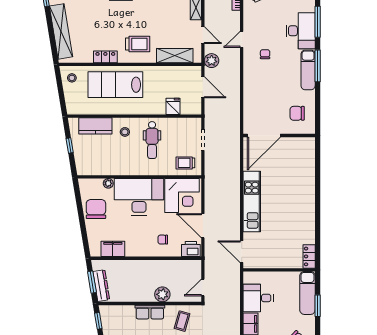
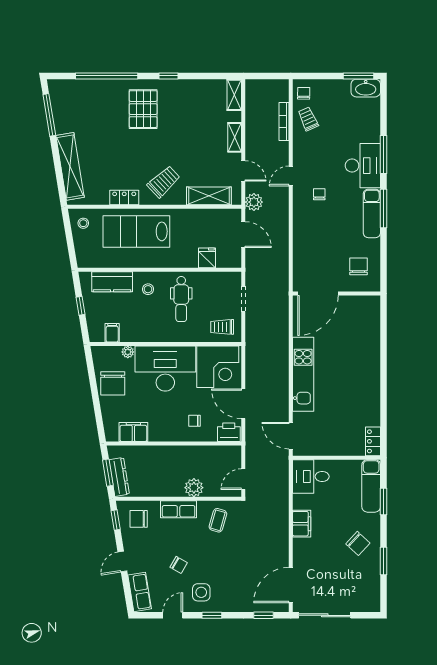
trolley: (138, 44) -> (164, 182), turned -43
chair: (297, 113) -> (359, 266), turned 90
filing cabinet: (95, 168) -> (112, 333), added
chair: (96, 209) -> (113, 383), turned 180
desk: (258, 298) -> (311, 476), moved
chair: (117, 320) -> (139, 519), added

